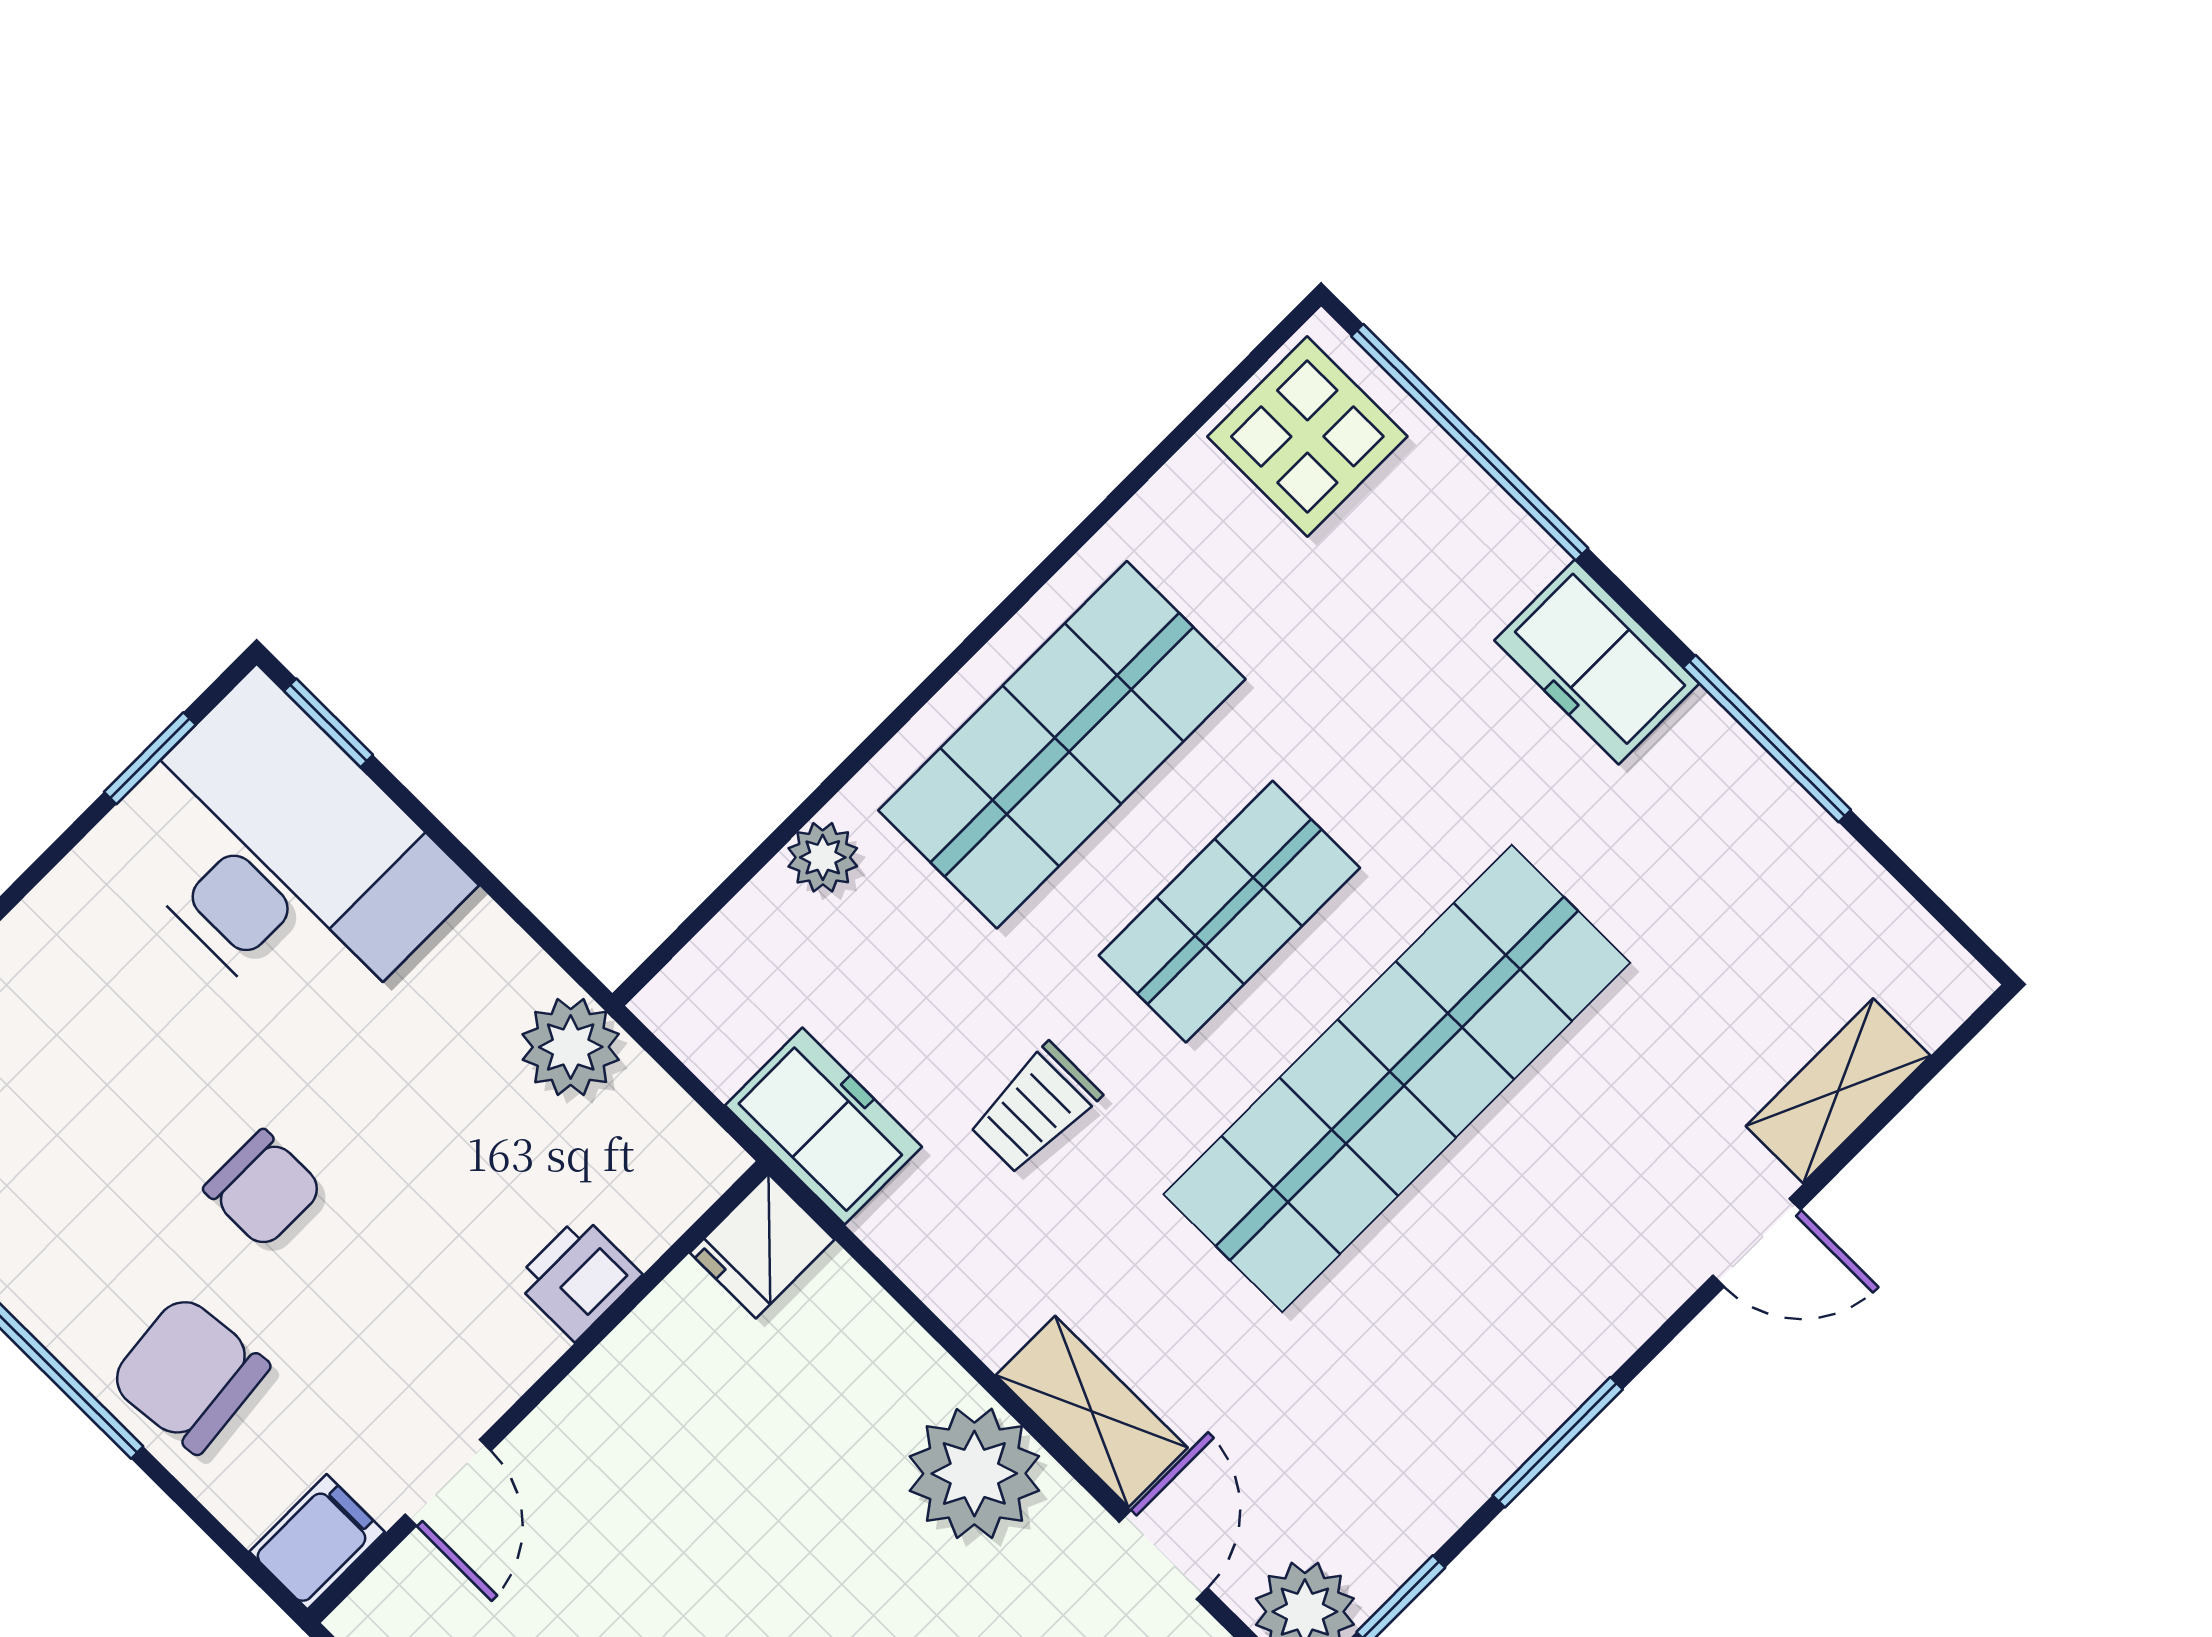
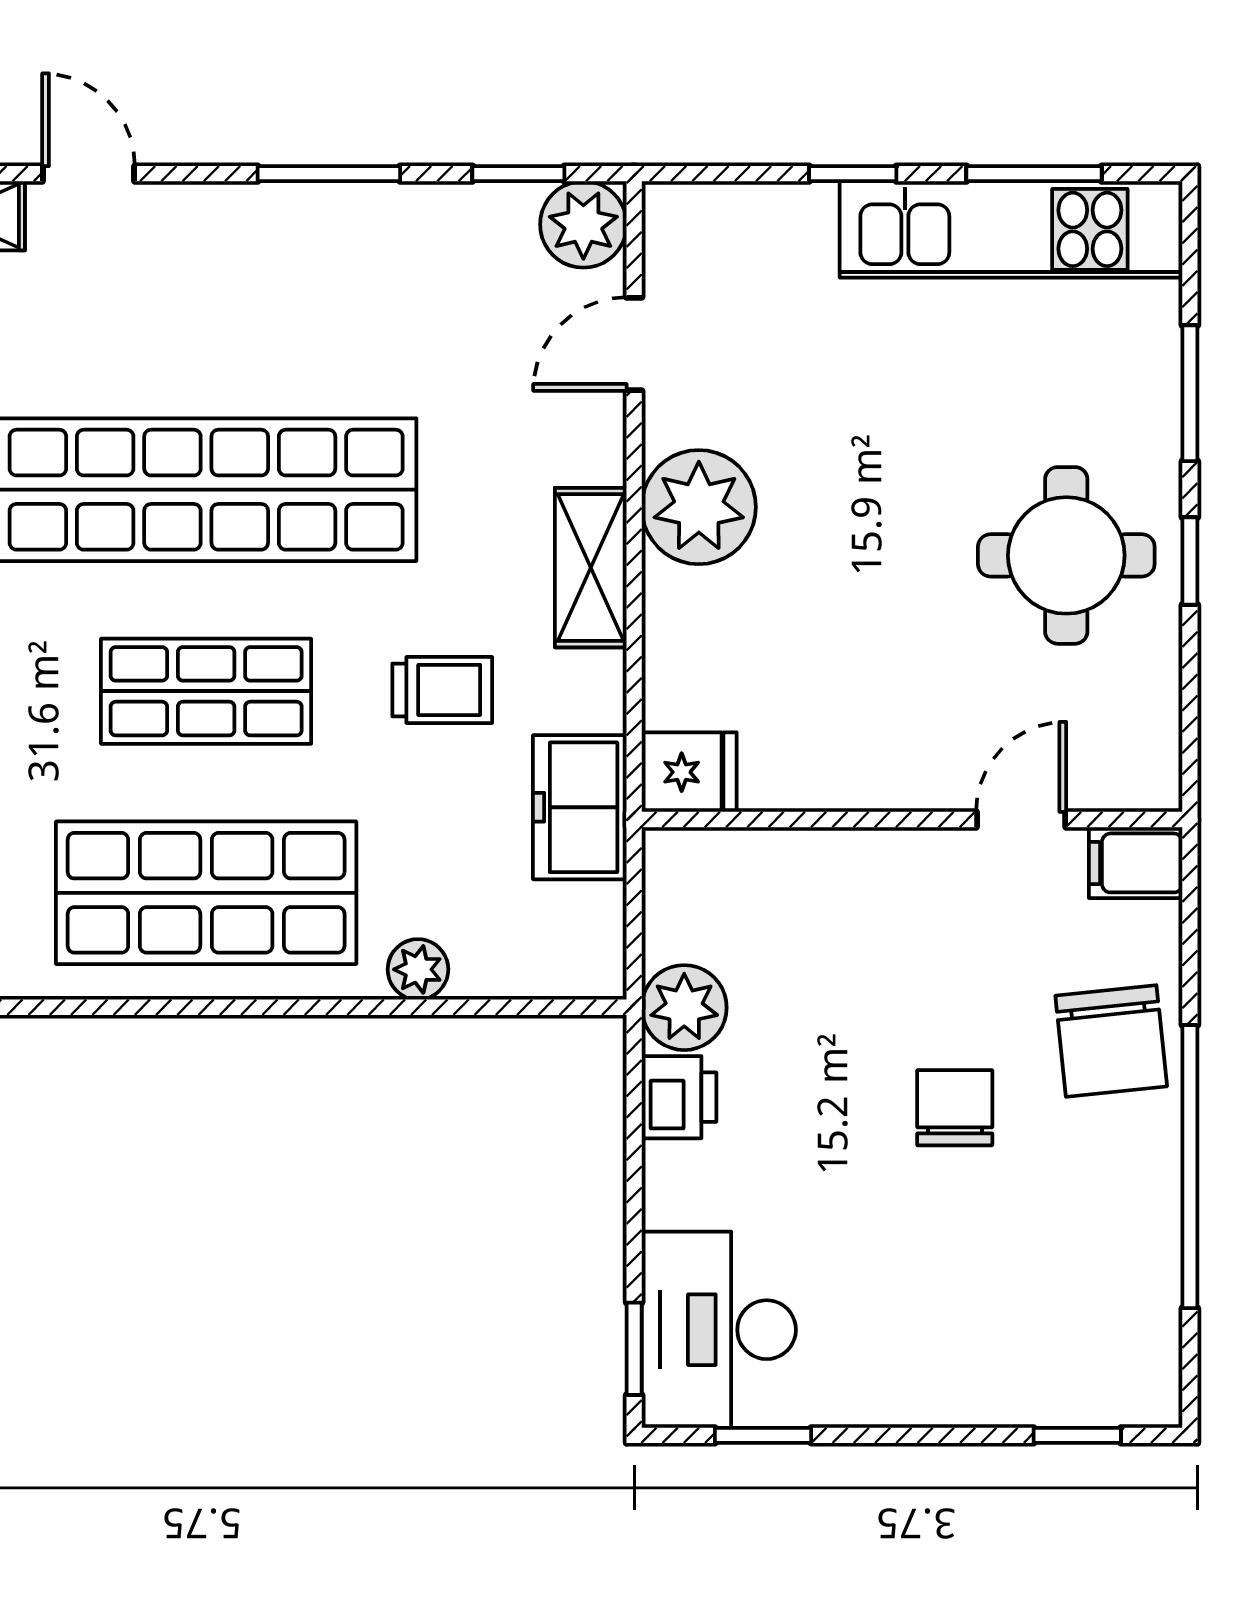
desk: (285, 858) -> (719, 1330), width x0.73, depth x0.77
printer: (578, 1278) -> (679, 1097), moved, turned -90
shelving: (1092, 1411) -> (591, 568), moved

